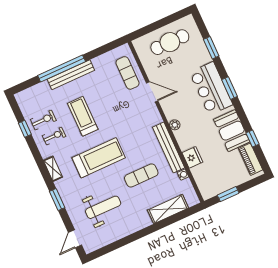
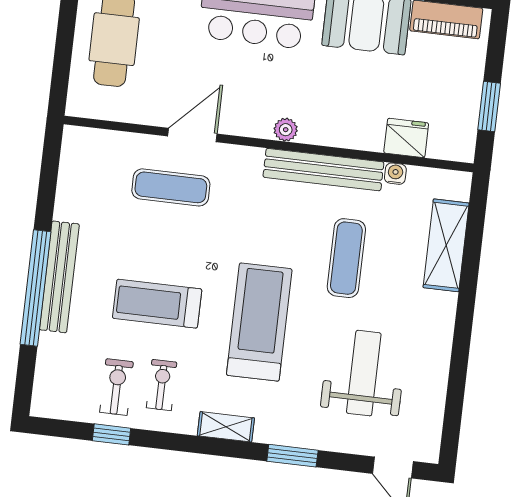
exercise mat: (127, 73) -> (171, 187), moved
fridge: (192, 157) -> (406, 138), moved

